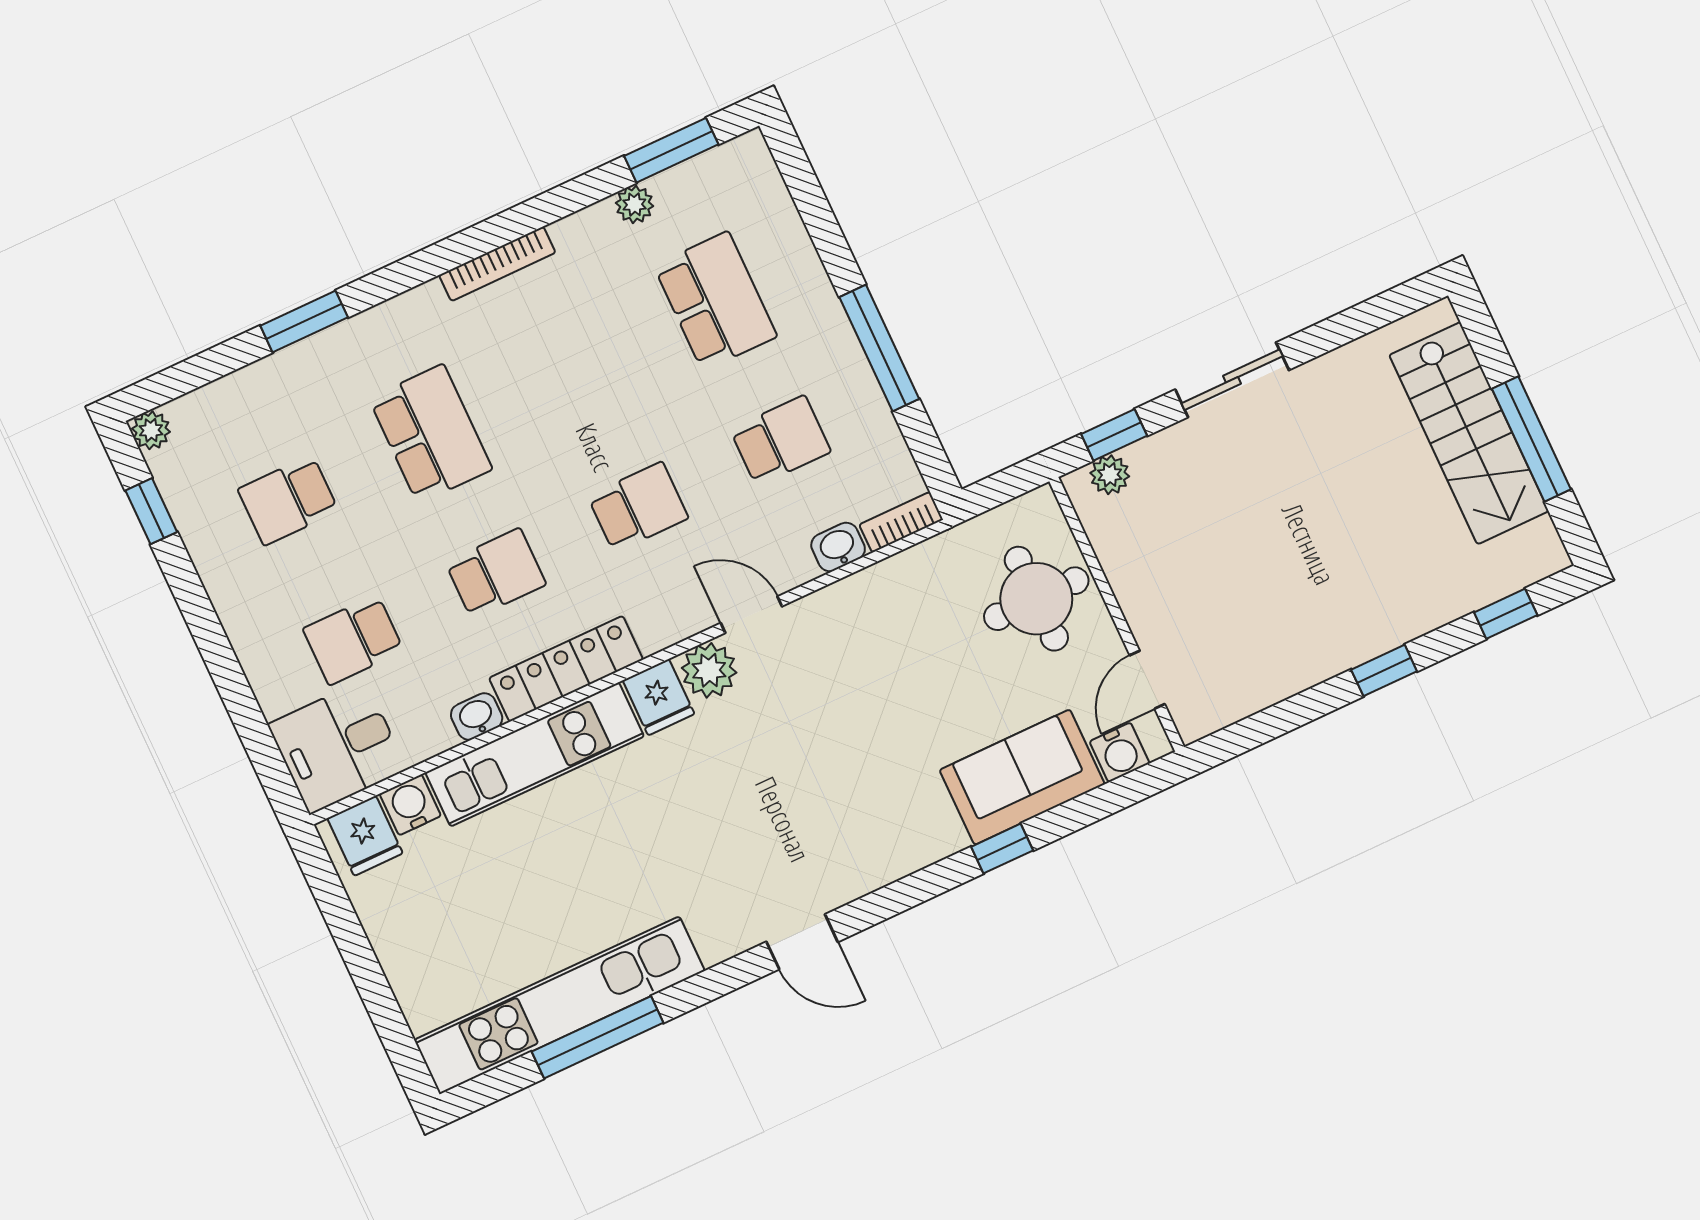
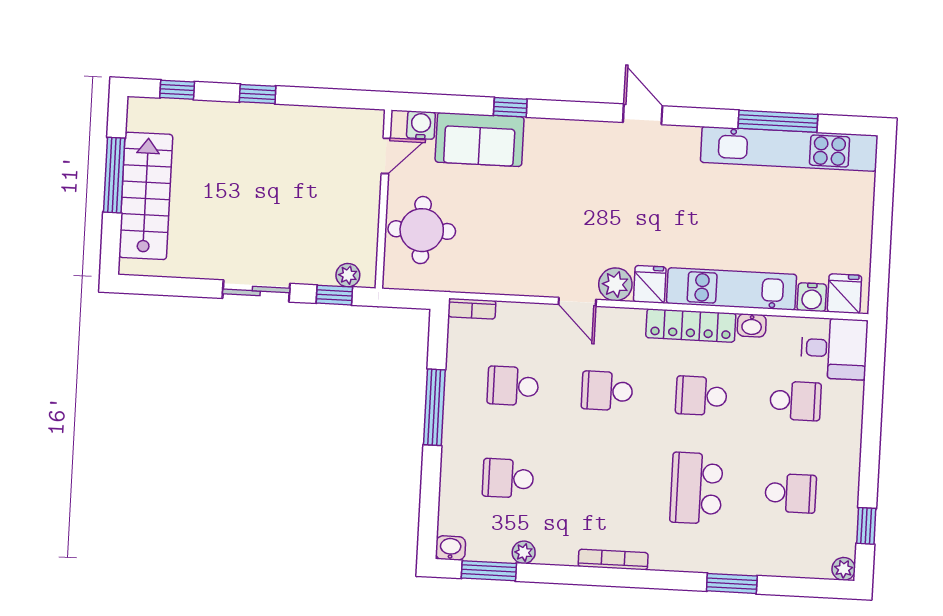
school desk: (715, 301) -> (508, 478), width x0.54
washbasin: (838, 547) -> (451, 548), moved, turned 180

